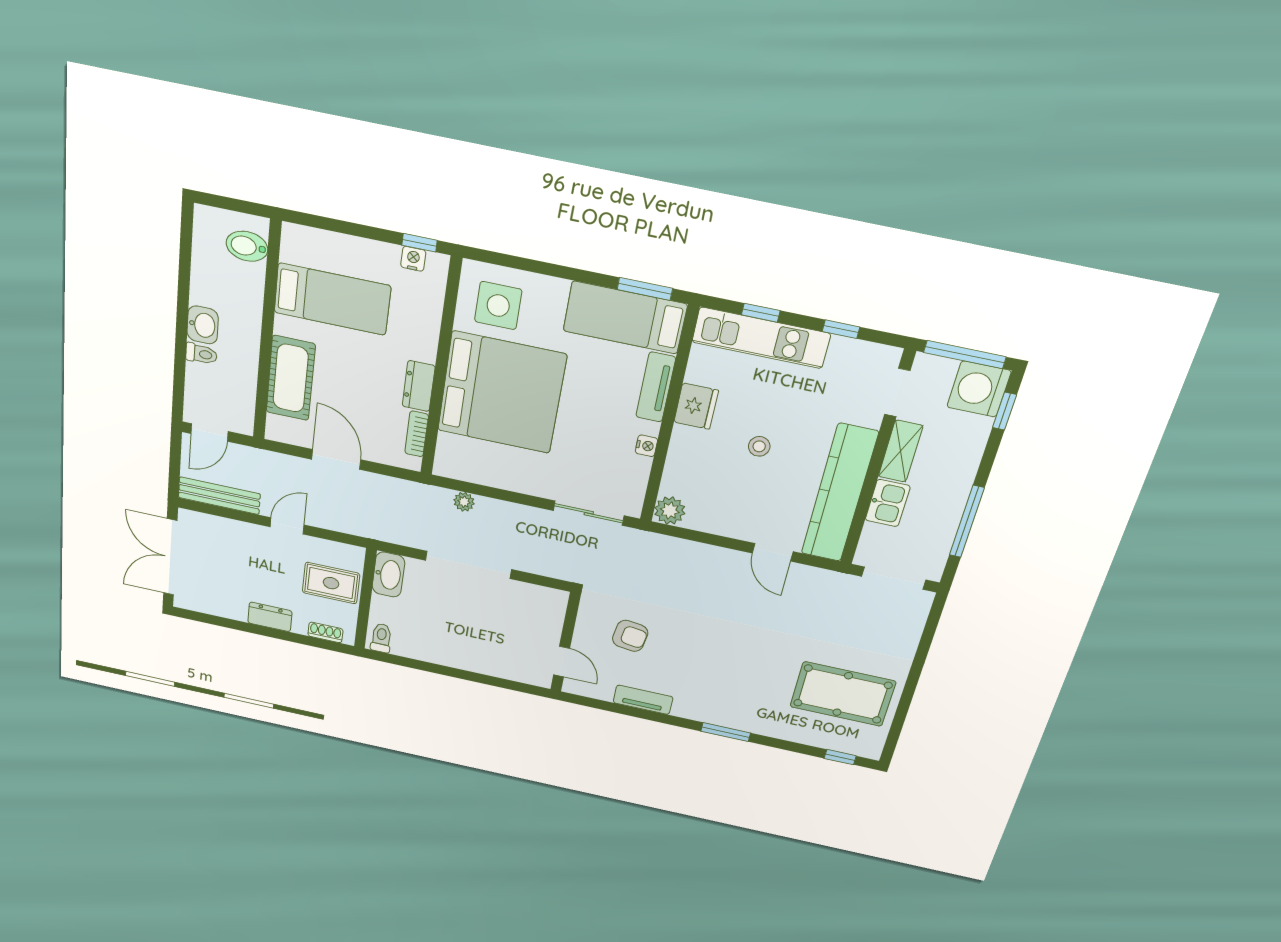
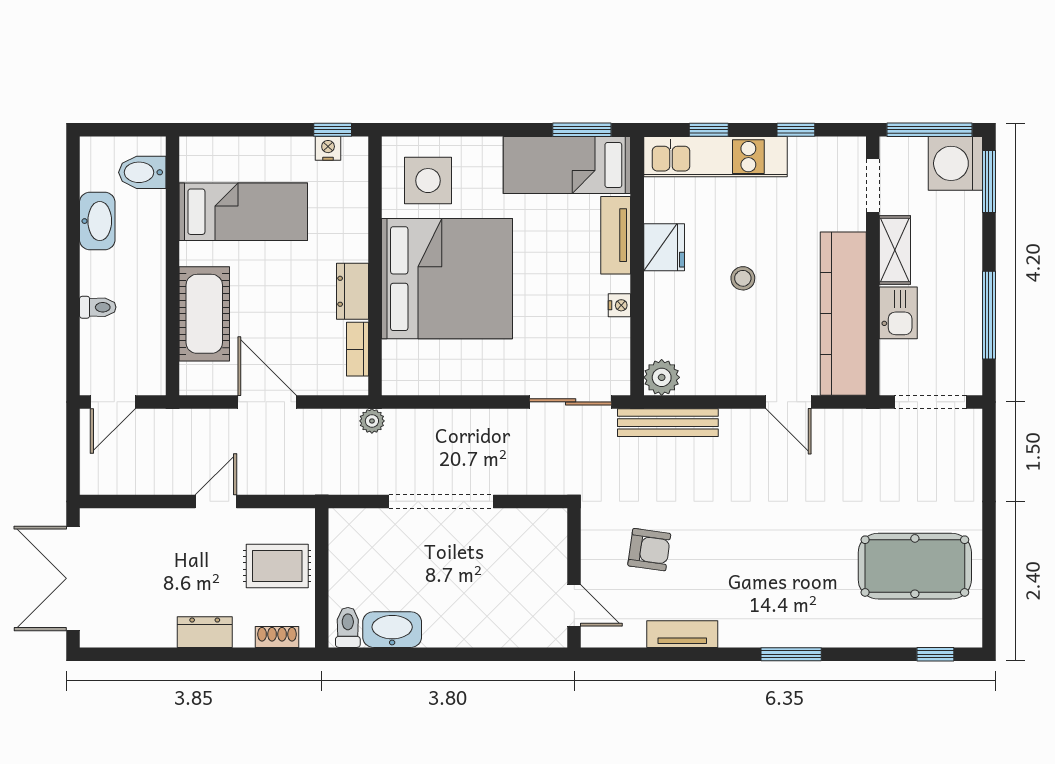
washbasin: (203, 325) -> (97, 221), moved, width x1.38
window: (1005, 411) -> (989, 182), width x1.50
bench: (219, 496) -> (668, 423), moved
plant: (464, 502) -> (372, 421), moved
washbasin: (388, 575) -> (392, 630), moved, turned -90

